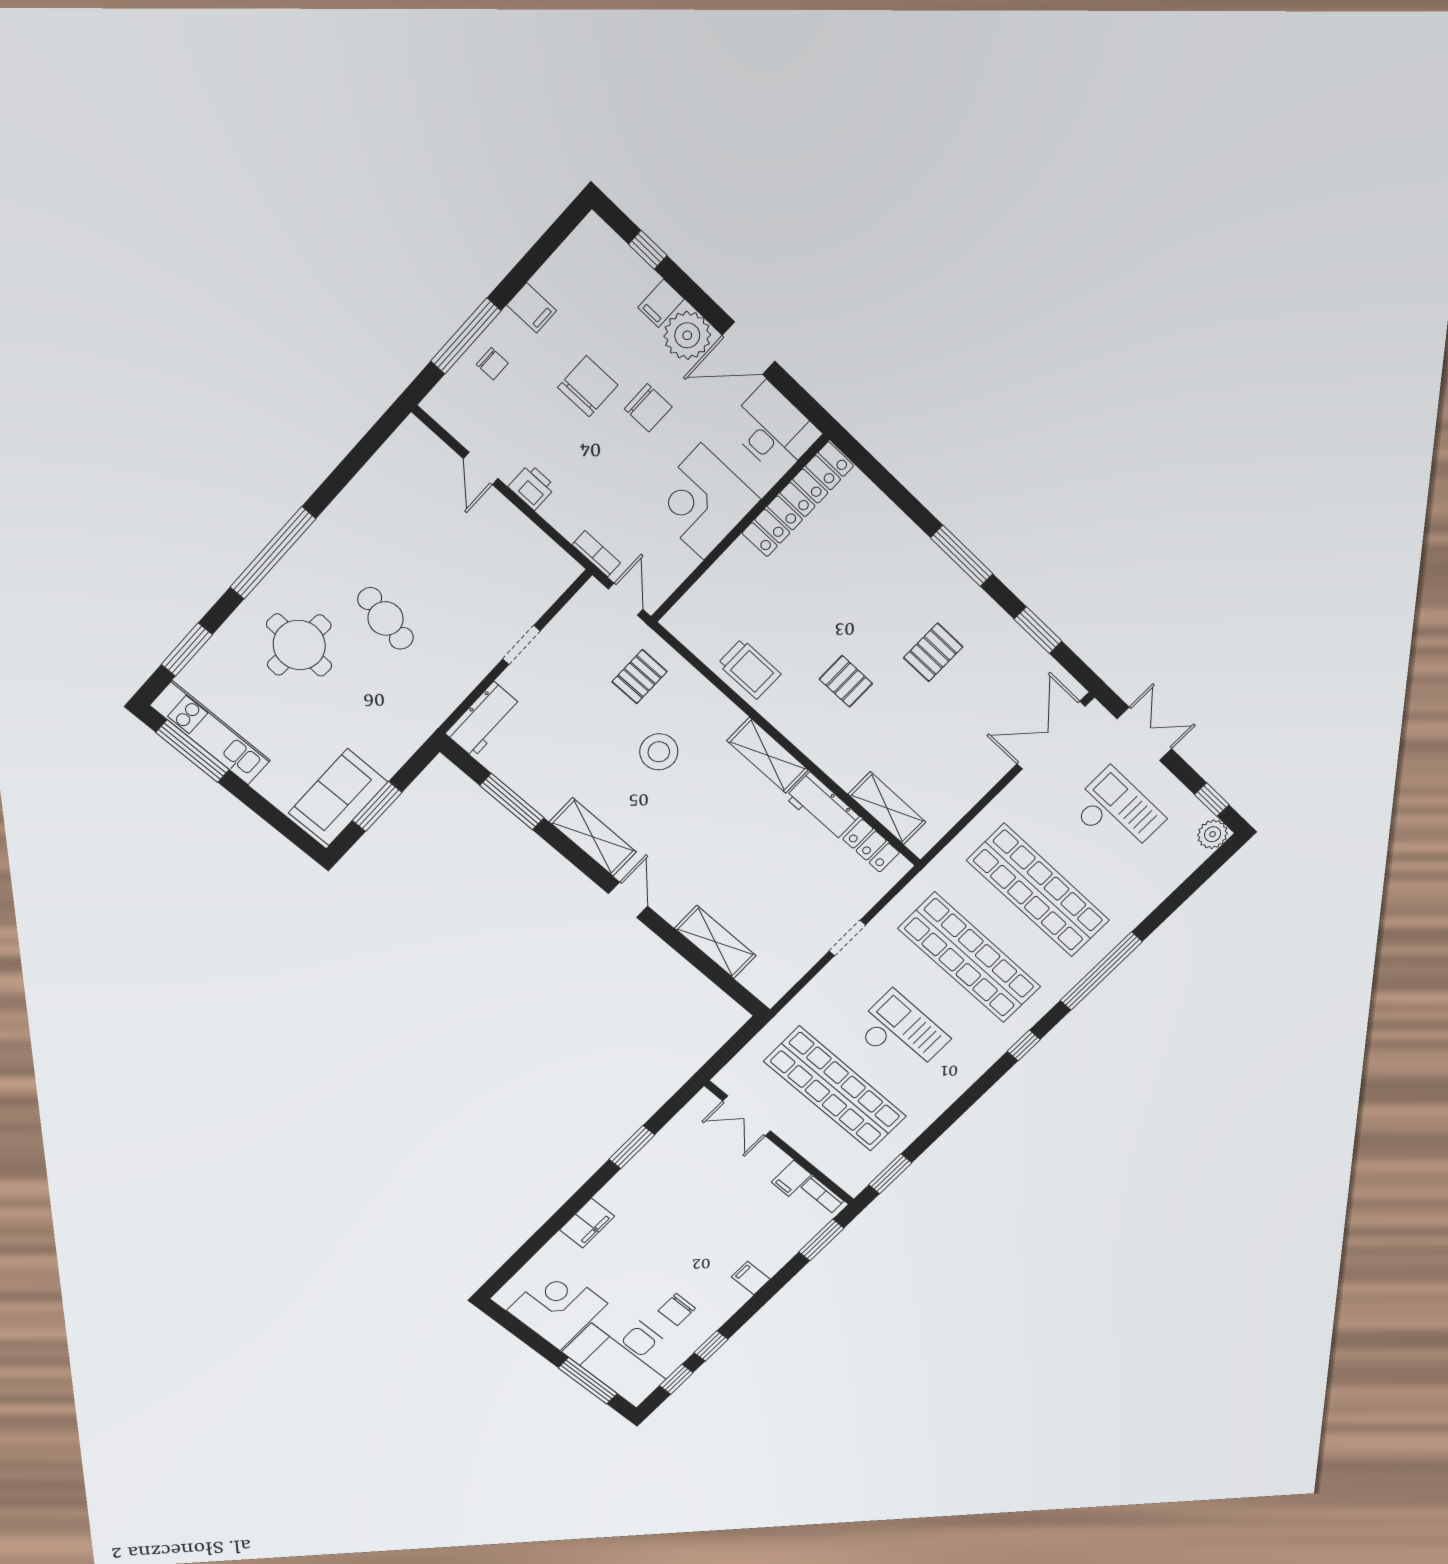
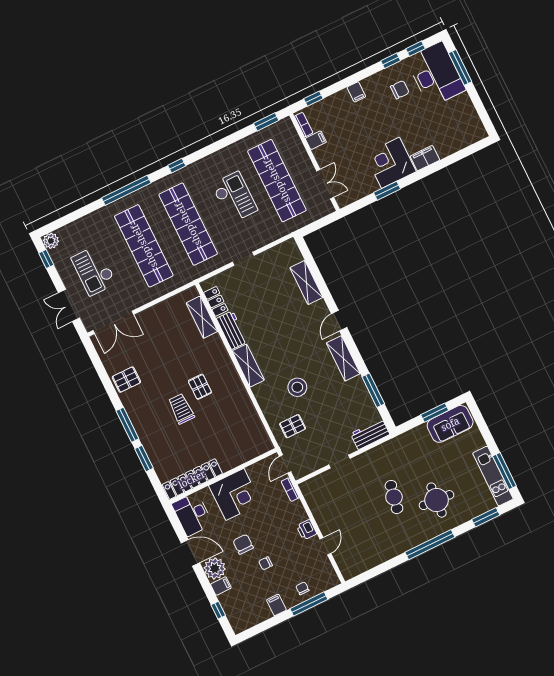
chair: (588, 386) -> (265, 563), width x0.54, depth x0.54
window: (1038, 630) -> (144, 459), moved
pallet: (933, 652) -> (126, 380), moved
trolley: (749, 669) -> (181, 409), moved
checkout: (901, 1034) -> (235, 197), turned 180
window: (821, 1240) -> (313, 99), width x0.67
corner desk: (557, 1307) -> (390, 163), moved, turned 90

